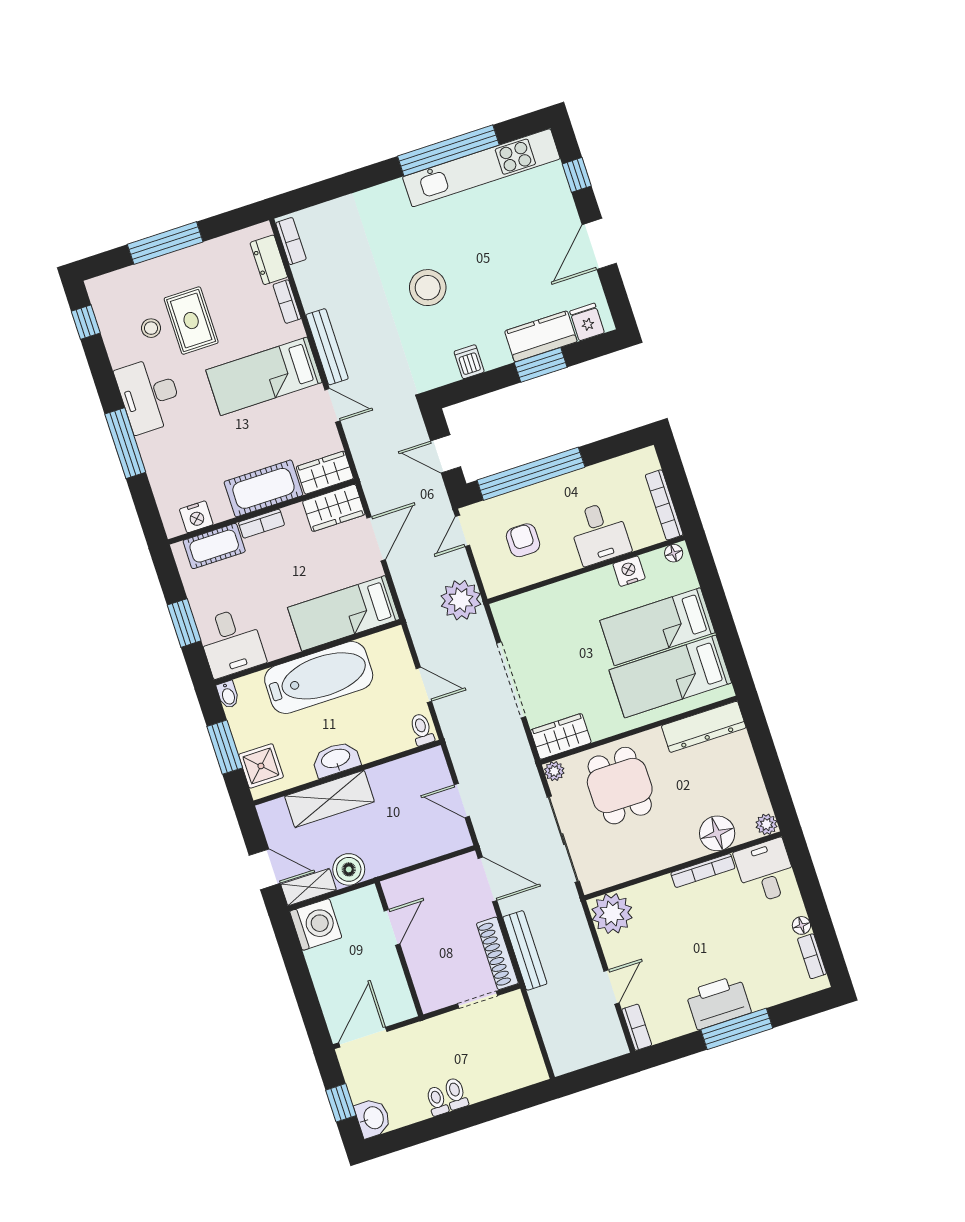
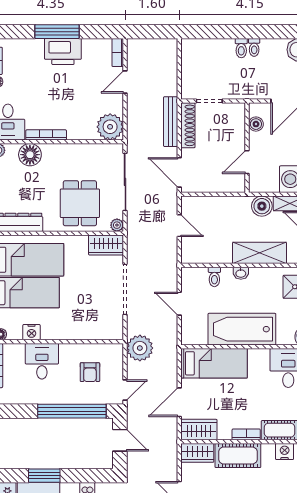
toilet: (422, 729) -> (214, 277), moved
washbasin: (336, 759) -> (241, 273), width x0.52, depth x0.69
boiler: (397, 988) -> (256, 124), added

